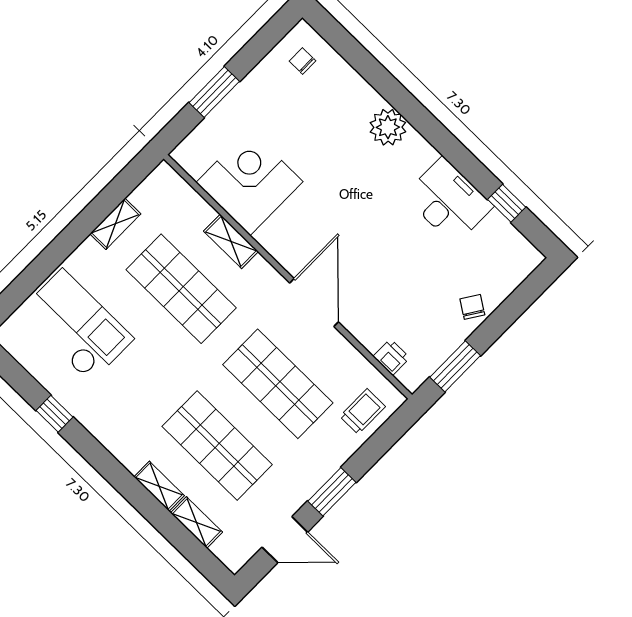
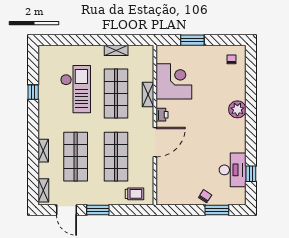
desk: (448, 201) -> (233, 170), moved
checkout: (76, 326) -> (75, 89), moved
printer: (391, 357) -> (162, 115), moved
window: (455, 366) -> (217, 210), moved
shelving: (196, 522) -> (43, 190), moved

